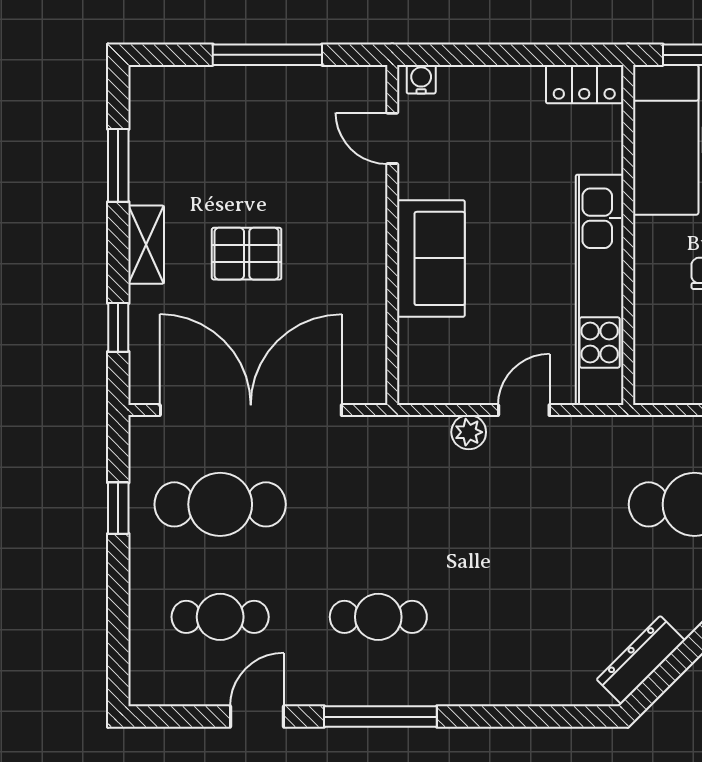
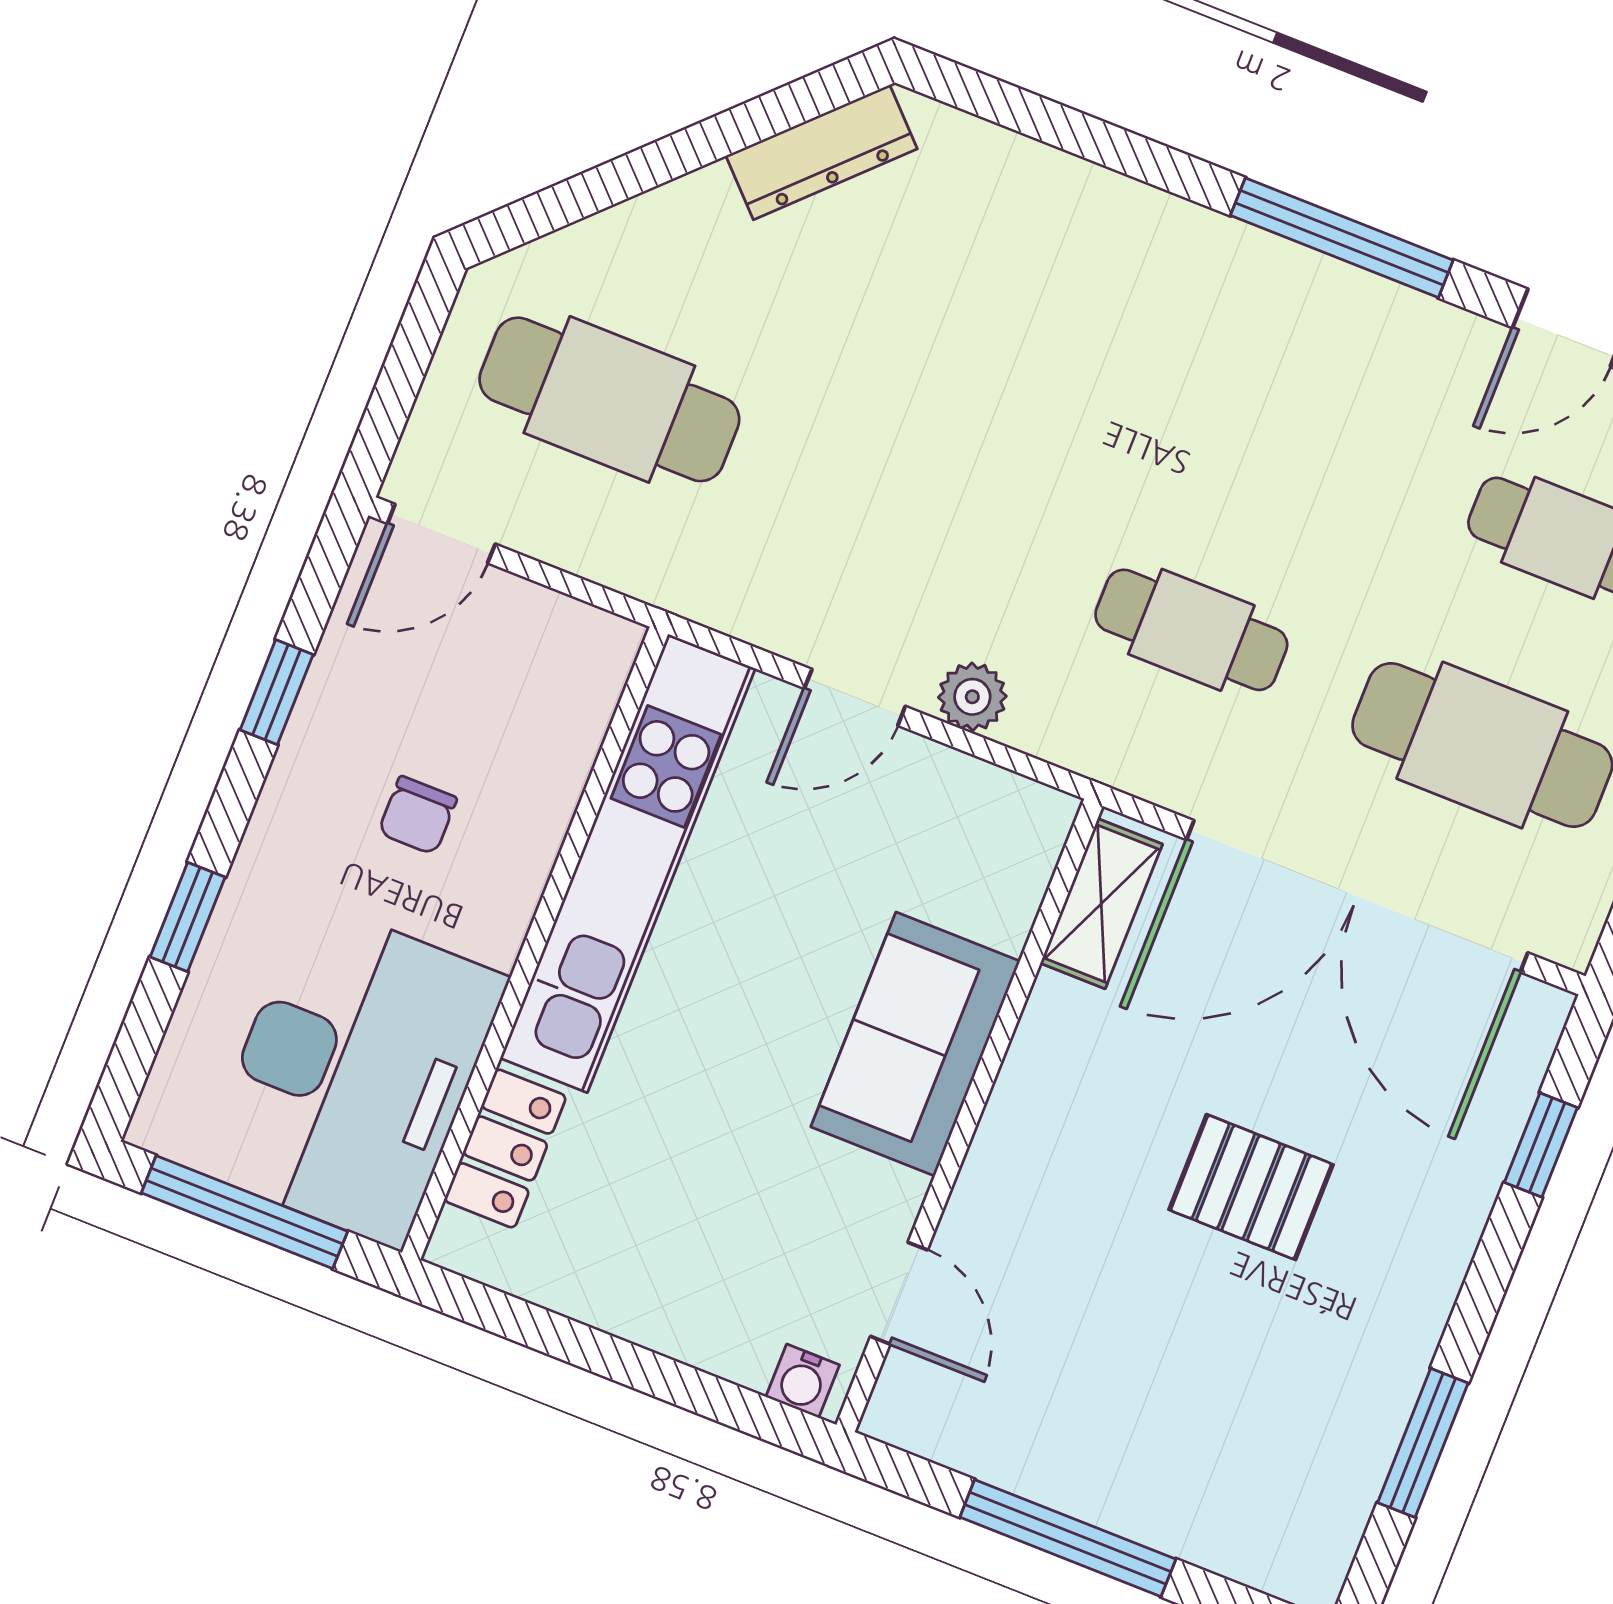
locker: (584, 84) -> (505, 1148), moved, turned 90
shelving: (146, 245) -> (1101, 904), moved
cafe table: (378, 617) -> (1191, 630), moved

